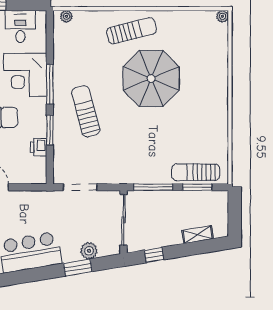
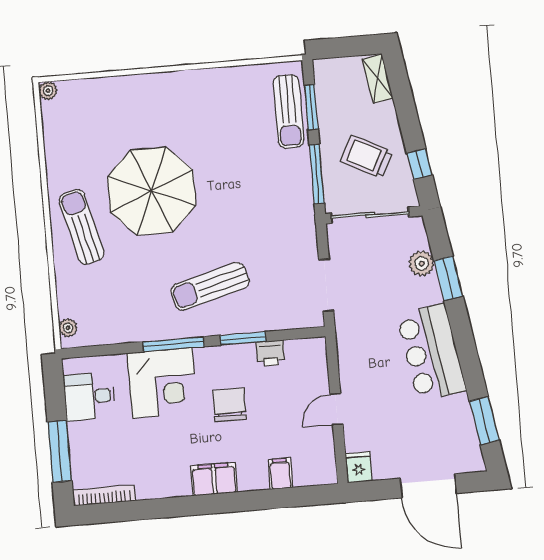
trolley: (162, 221) -> (367, 157), added
shelving: (198, 235) -> (378, 79), moved

